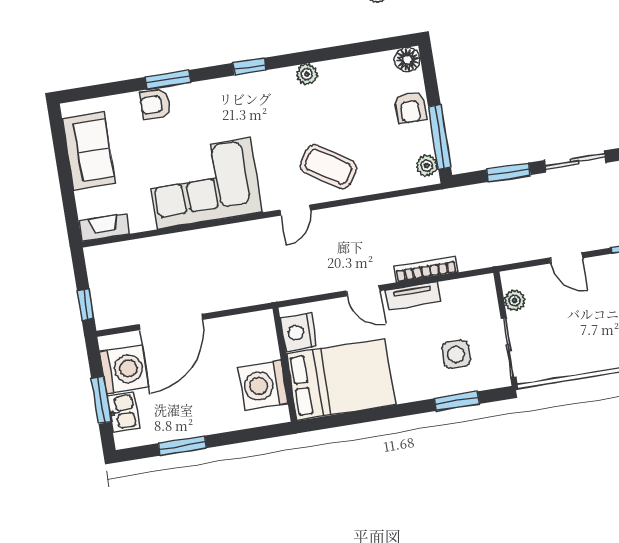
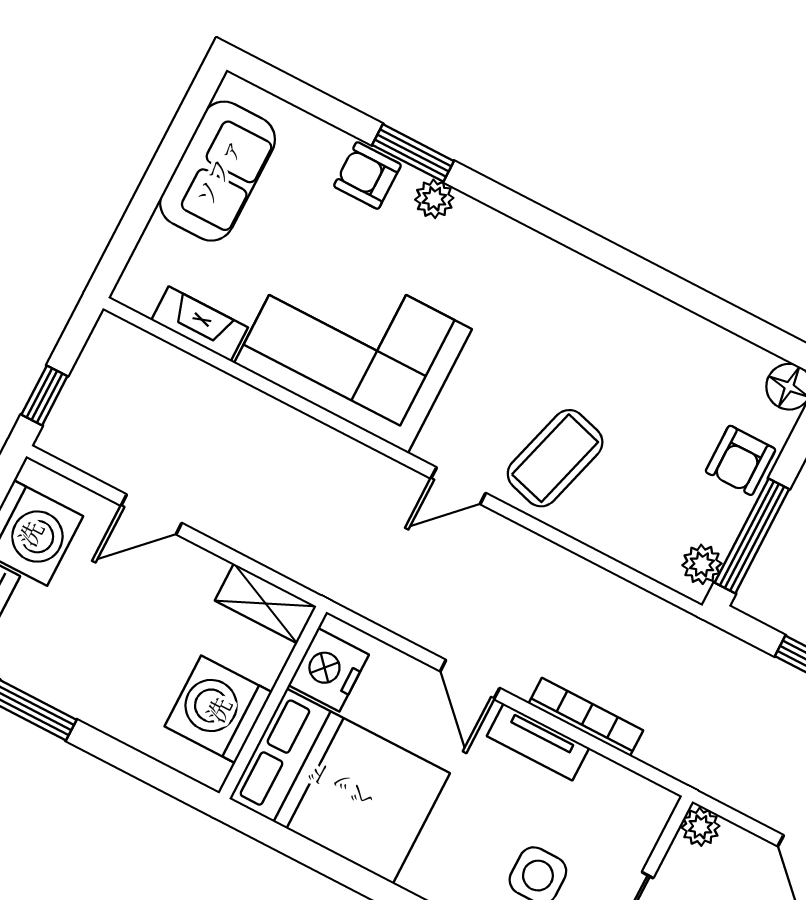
window: (249, 67) -> (548, 223), removed
plant: (307, 74) -> (434, 199), moved
coffee table: (329, 167) -> (555, 458), turned 73
fireplace: (104, 227) -> (200, 324), moved
plant: (514, 300) -> (700, 827), moved
door: (171, 322) -> (151, 514), width x0.53
shelving: (249, 324) -> (266, 603), added

